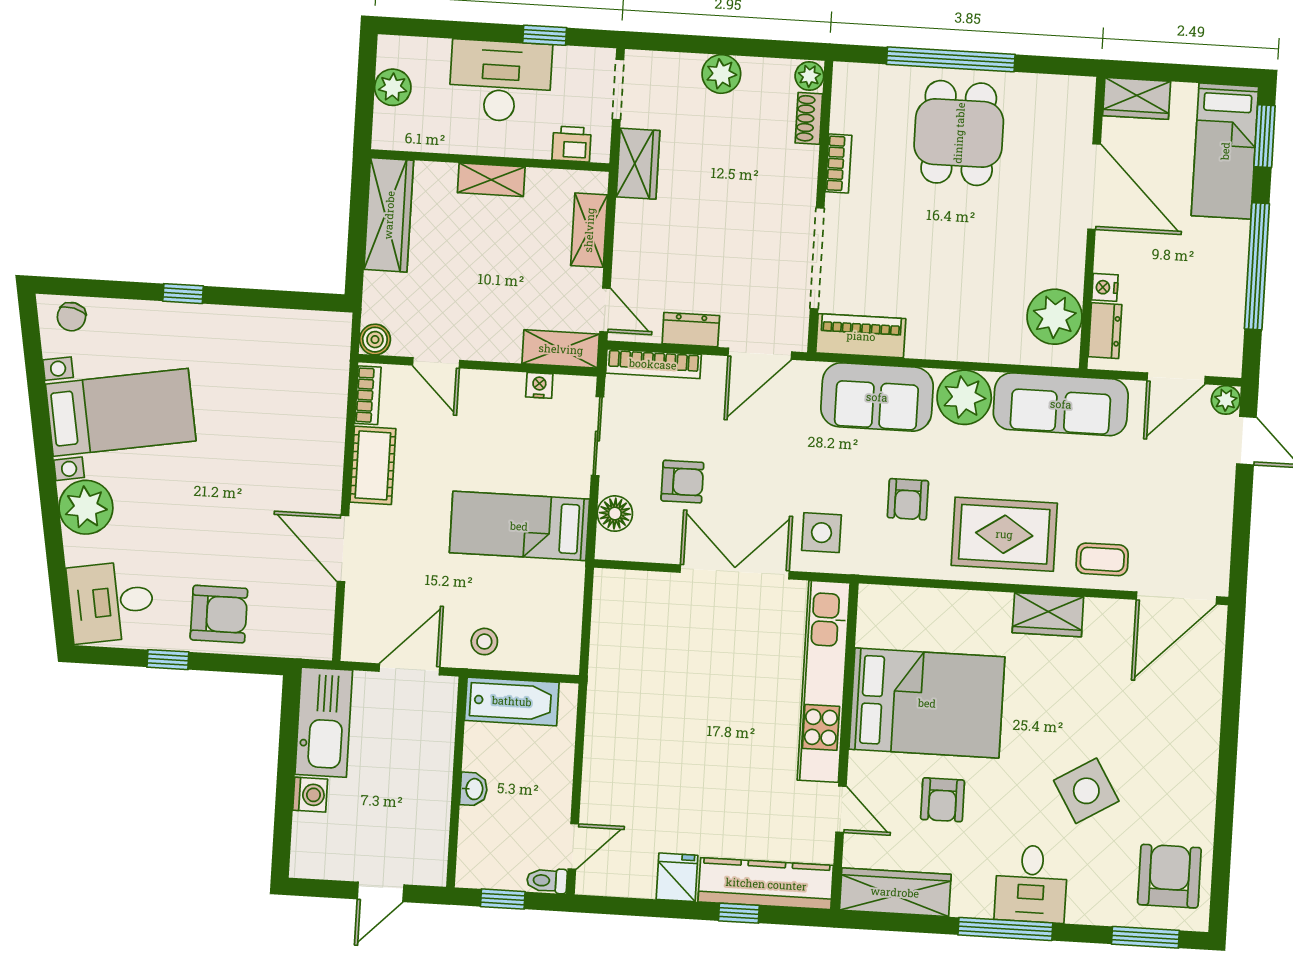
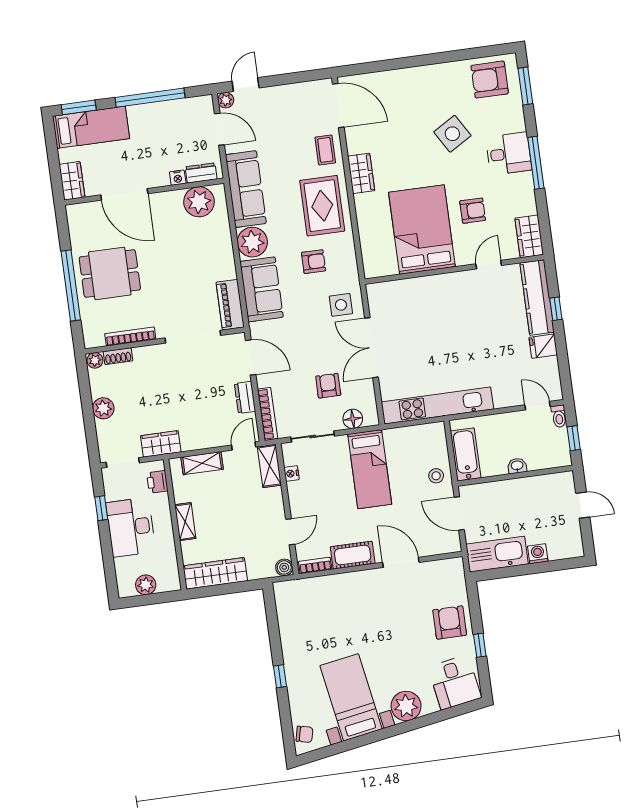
bookcase: (839, 163) -> (130, 336), width x1.56
door: (1094, 187) -> (124, 194), swing flipped
door: (343, 548) -> (401, 562), swing flipped
kitchen unit: (824, 681) -> (437, 406), moved, turned 180
wardrobe: (895, 892) -> (529, 236), width x0.67

